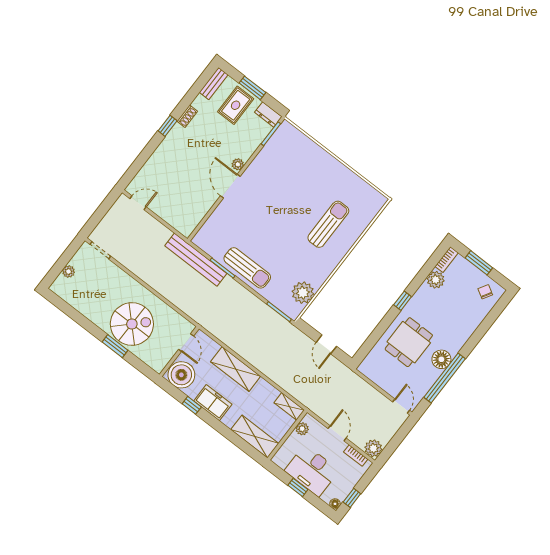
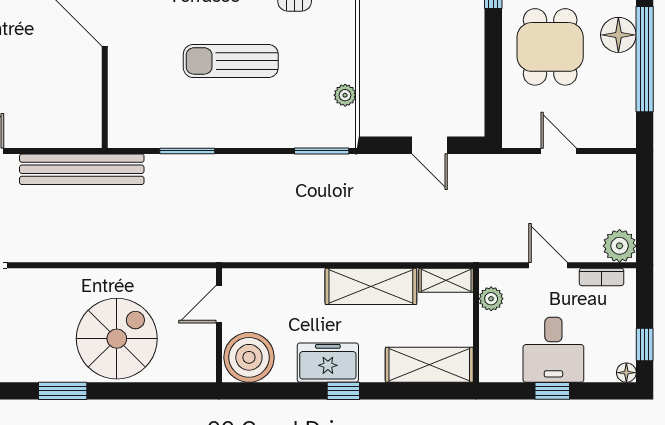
bench: (196, 260) -> (82, 169), moved
sun lounger: (247, 268) -> (231, 61), moved, turned 180
plant: (303, 293) -> (345, 95), width x0.53, depth x0.53
door: (186, 343) -> (219, 304), swing flipped
window: (115, 346) -> (63, 391), moved
shelving: (236, 369) -> (371, 286), moved
window: (192, 405) -> (343, 391), moved
door: (401, 406) -> (559, 151), moved
desk: (312, 471) -> (553, 350), width x0.73

